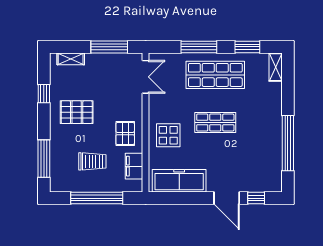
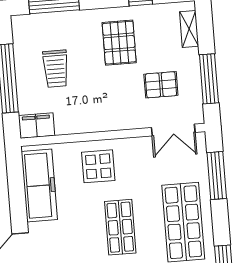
window: (199, 47) -> (217, 176), moved
pallet: (125, 134) -> (161, 85), moved
filing cabinet: (134, 166) -> (36, 126), moved

